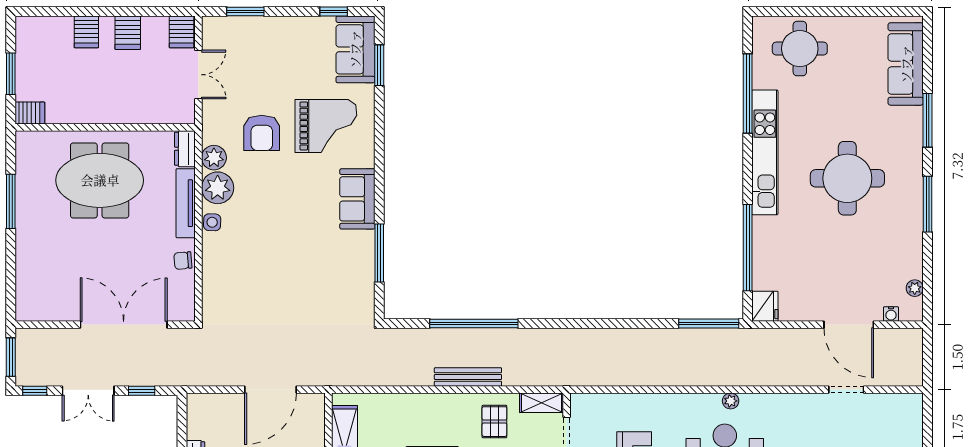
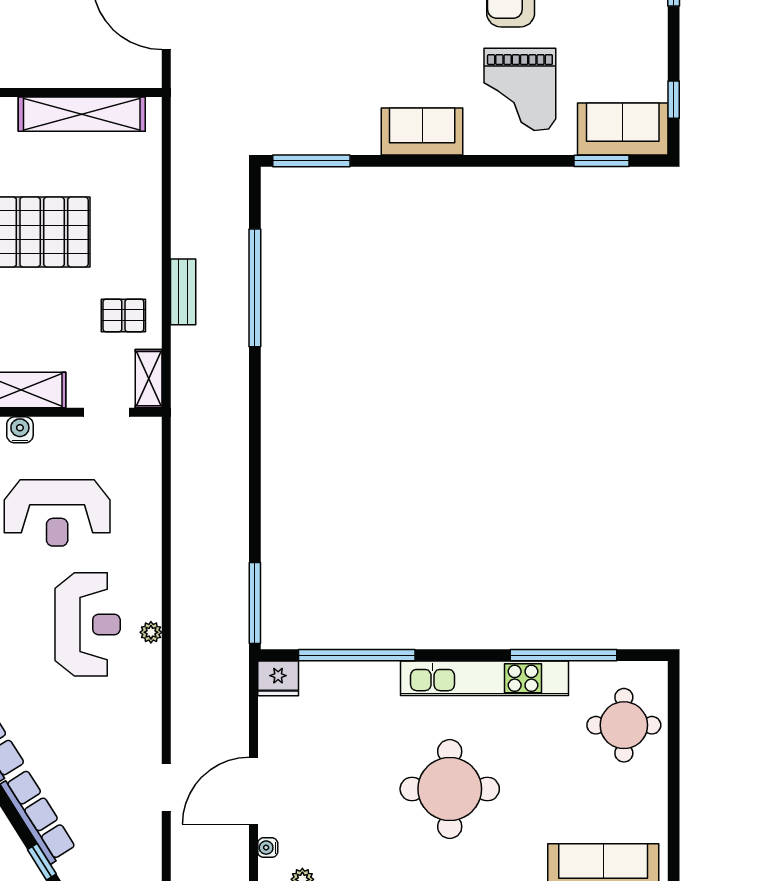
window: (379, 253) -> (311, 161), moved
bench: (468, 377) -> (183, 292), width x0.73

